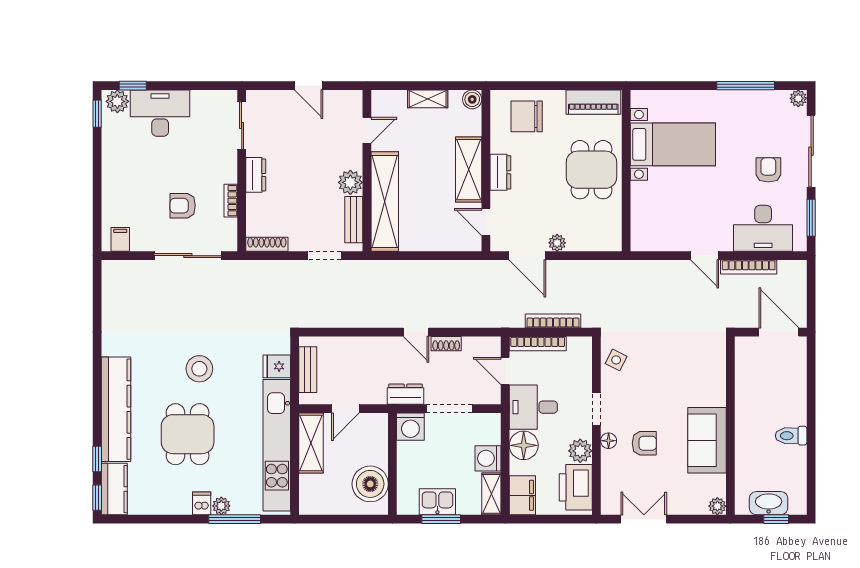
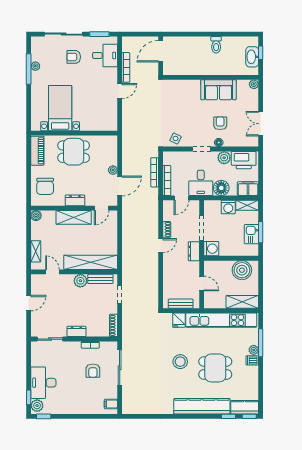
plant: (798, 98) -> (35, 66), moved
shelving: (428, 99) -> (36, 251), moved
desk: (763, 228) -> (105, 55), width x0.73
shelving: (311, 443) -> (242, 302), moved

